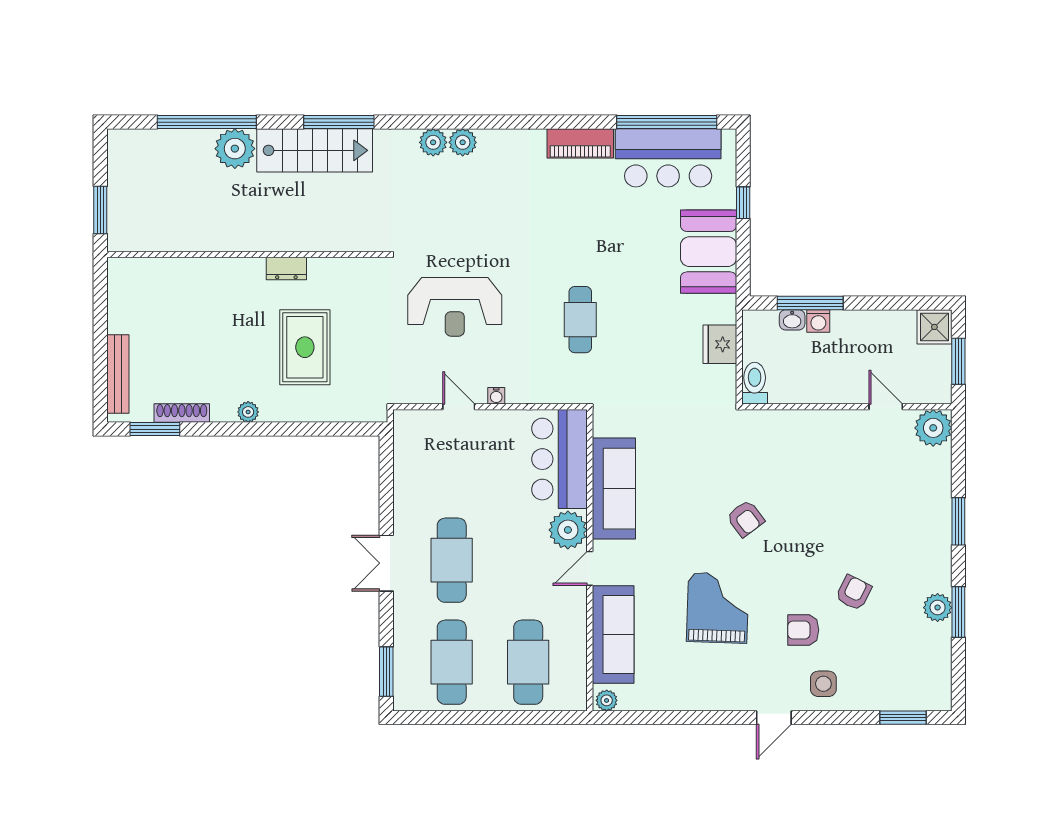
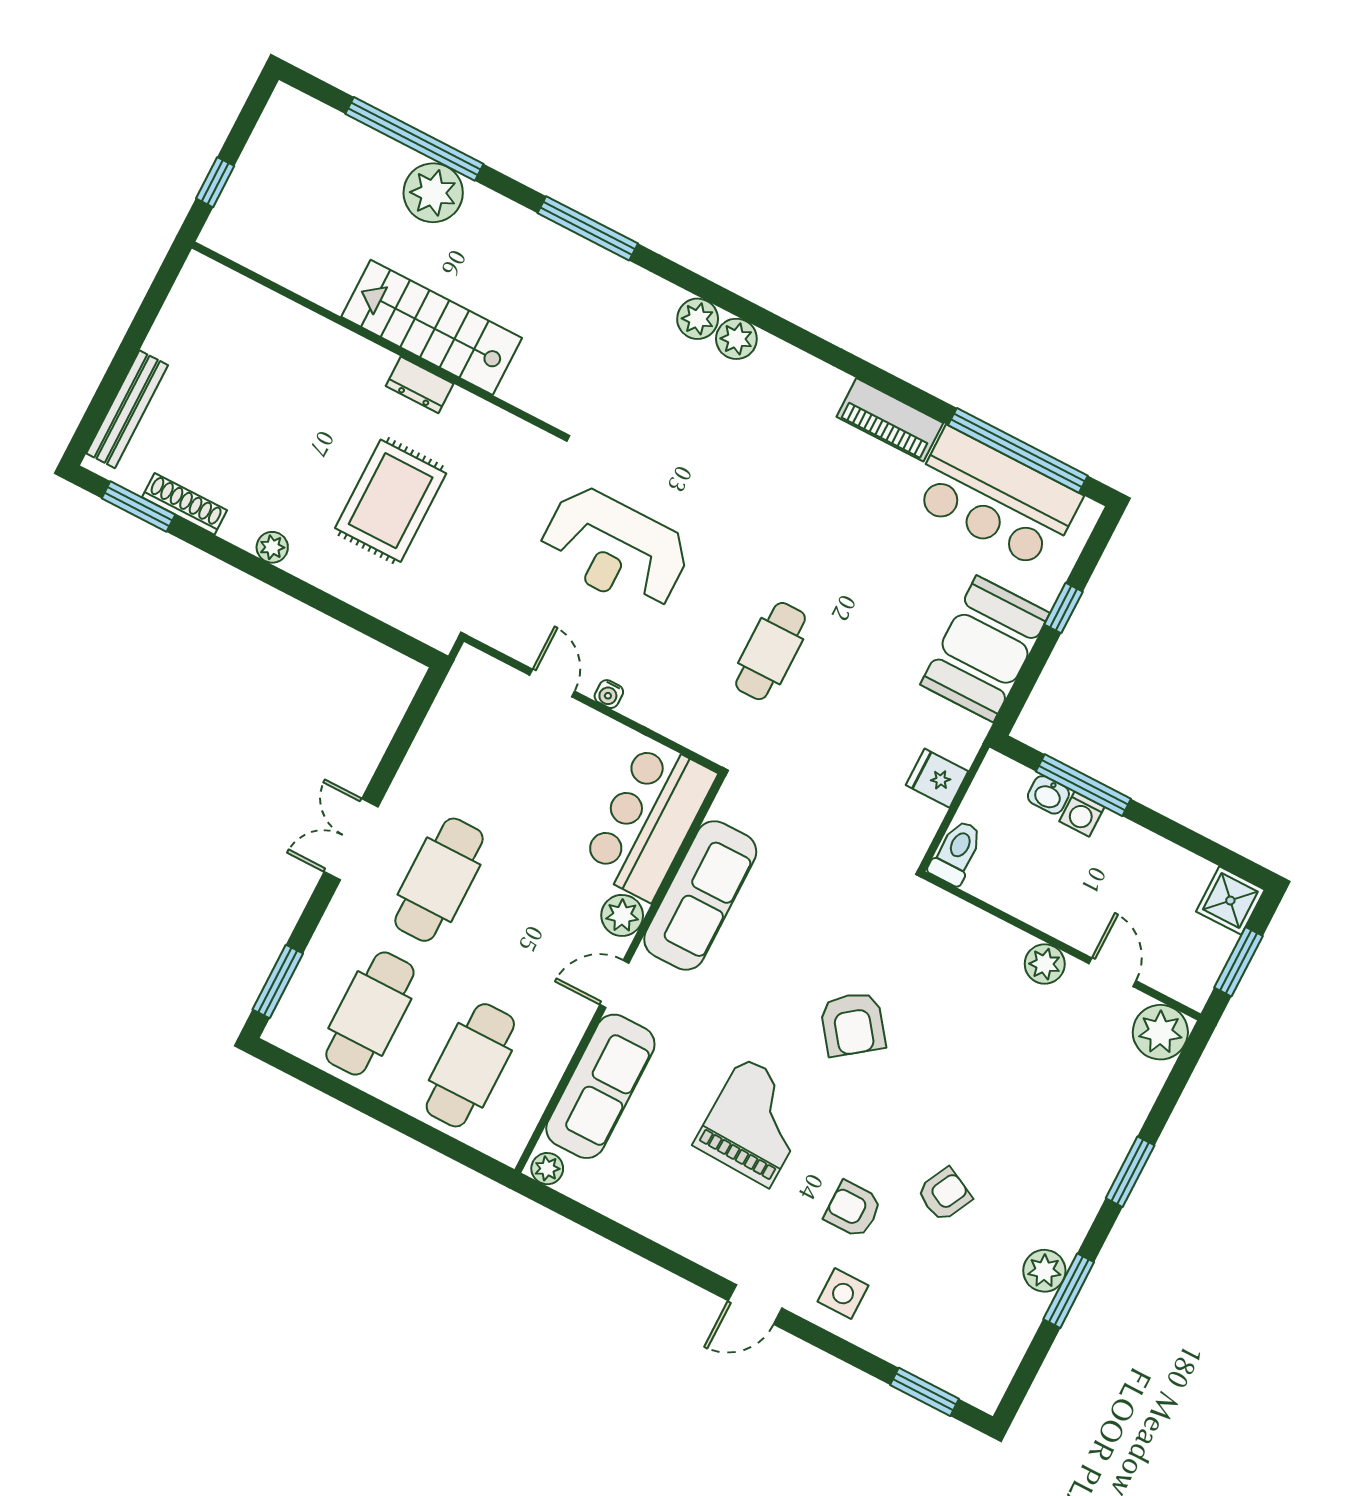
stairs: (315, 150) -> (432, 327), moved, turned 180
window: (100, 210) -> (215, 182), width x0.67
fridge: (720, 344) -> (937, 778), width x0.72
plant: (842, 423) -> (1045, 964), added
armchair: (746, 519) -> (853, 1024), width x1.38, depth x1.38
plant: (568, 530) -> (622, 915), width x0.73, depth x0.73

